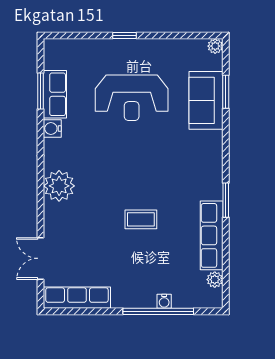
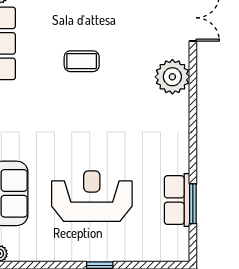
water cooler: (52, 129) -> (180, 162), removed
plant: (59, 186) -> (172, 77), moved

